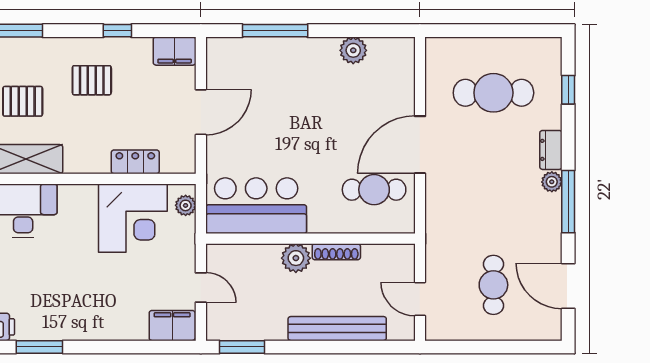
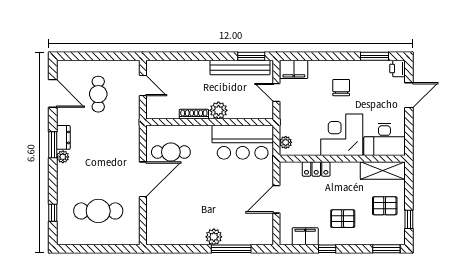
plant: (353, 50) -> (214, 237), moved
filing cabinet: (175, 51) -> (305, 236), moved
dresser: (551, 150) -> (63, 137), moved
window: (568, 202) -> (53, 145), width x0.69
corner desk: (133, 218) -> (342, 135), moved
chair: (94, 296) -> (341, 88), added
bench: (337, 329) -> (240, 67), moved

